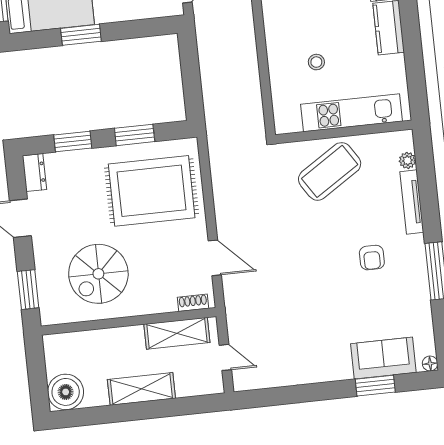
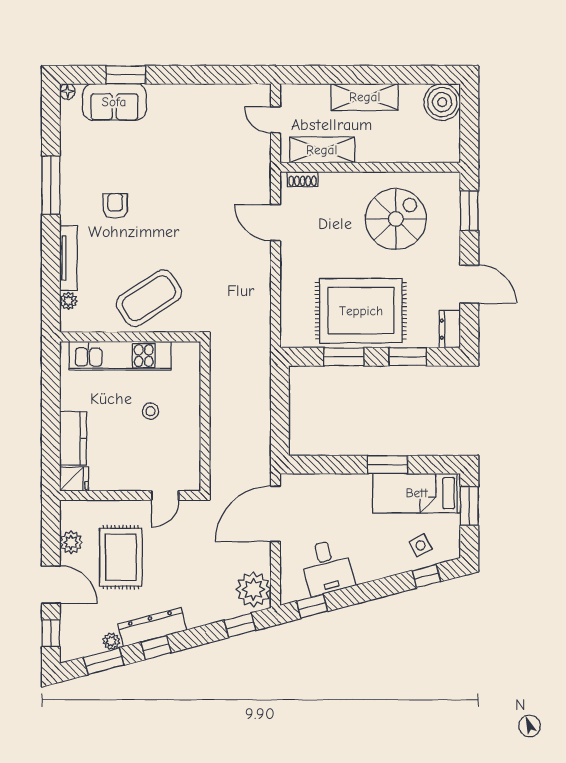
rug: (152, 191) -> (361, 311), moved

